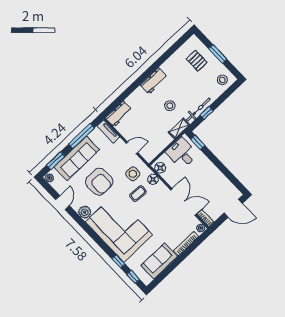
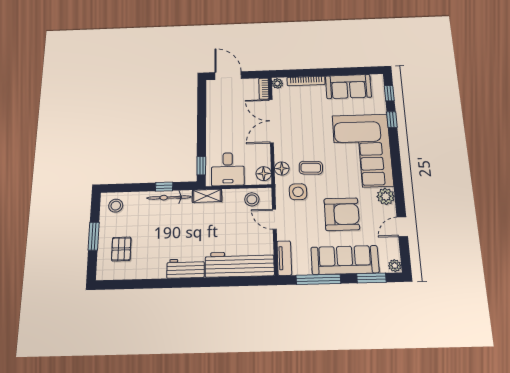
stool: (170, 106) -> (252, 199), moved
workbench: (119, 114) -> (240, 264), width x1.88, depth x1.32
armchair: (99, 182) -> (342, 214), turned 90

